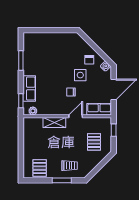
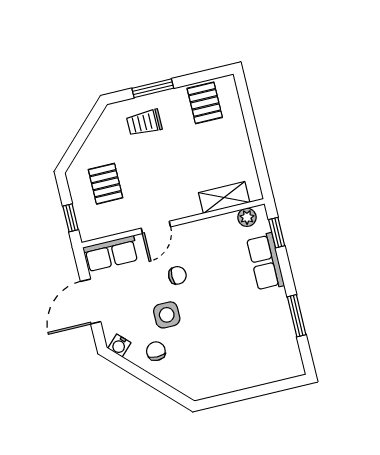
shelving: (54, 123) -> (224, 198), moved

